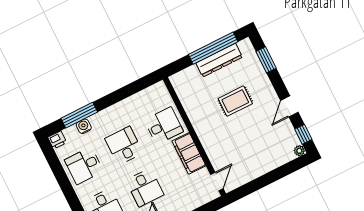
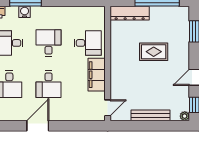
dresser: (219, 60) -> (130, 13), moved
bench: (264, 167) -> (150, 115), added

